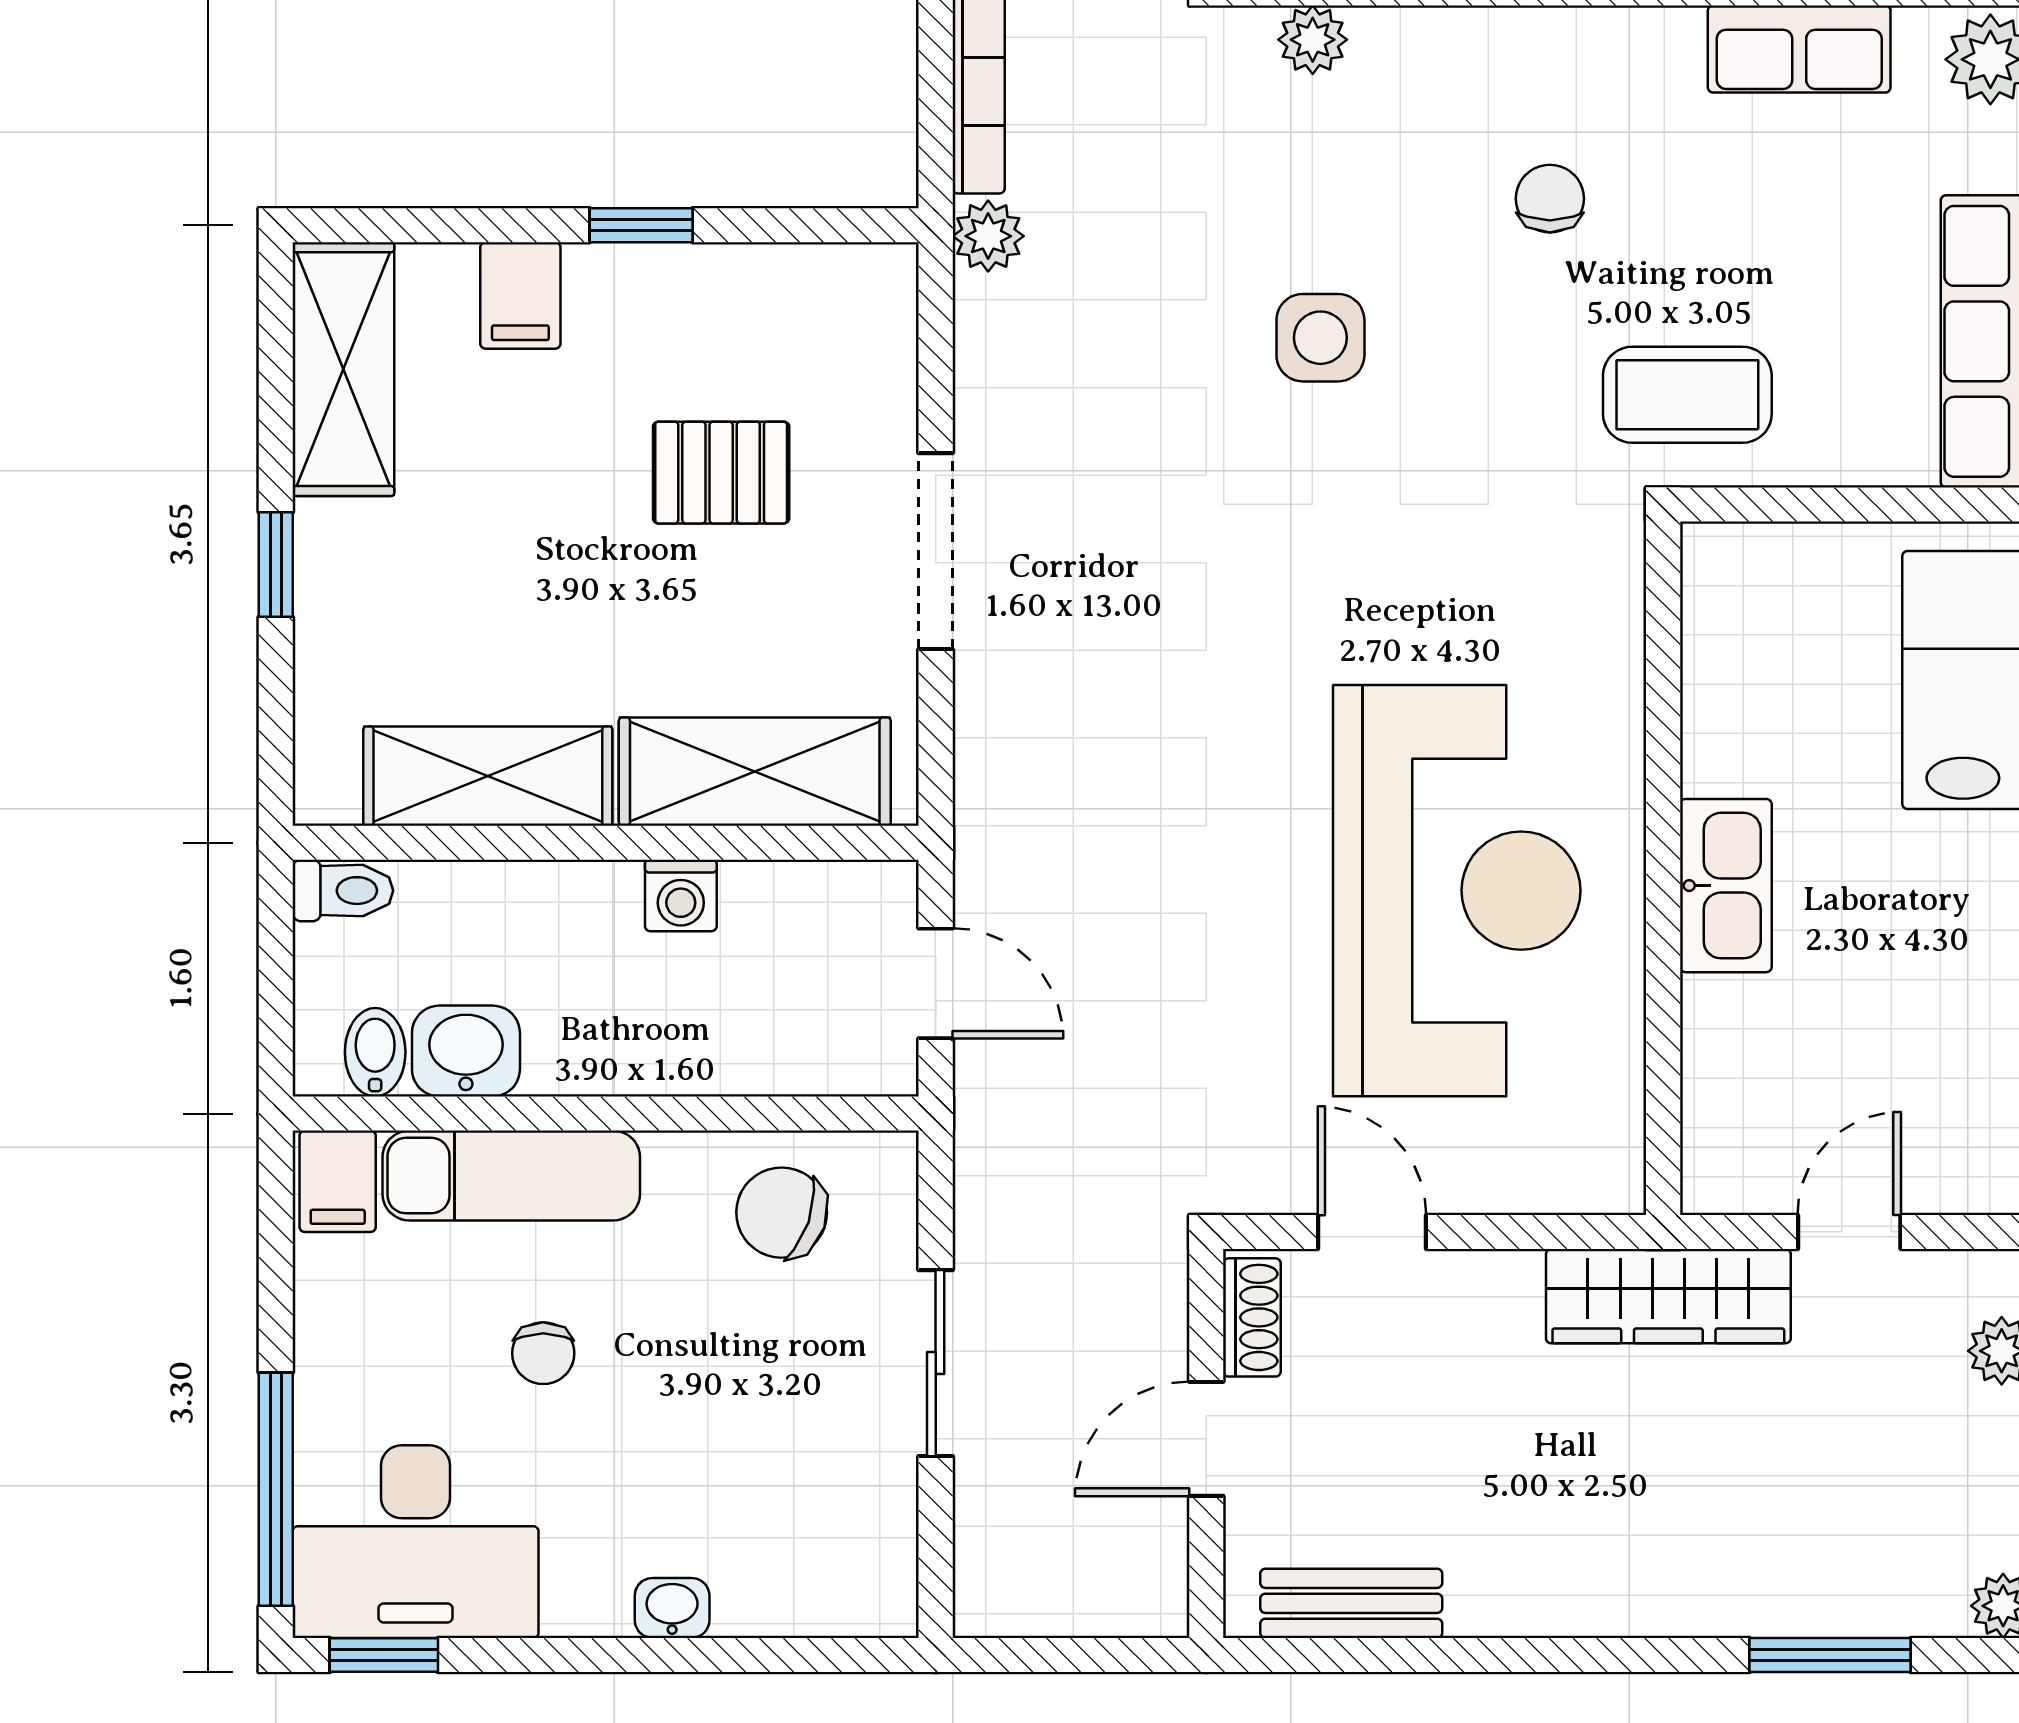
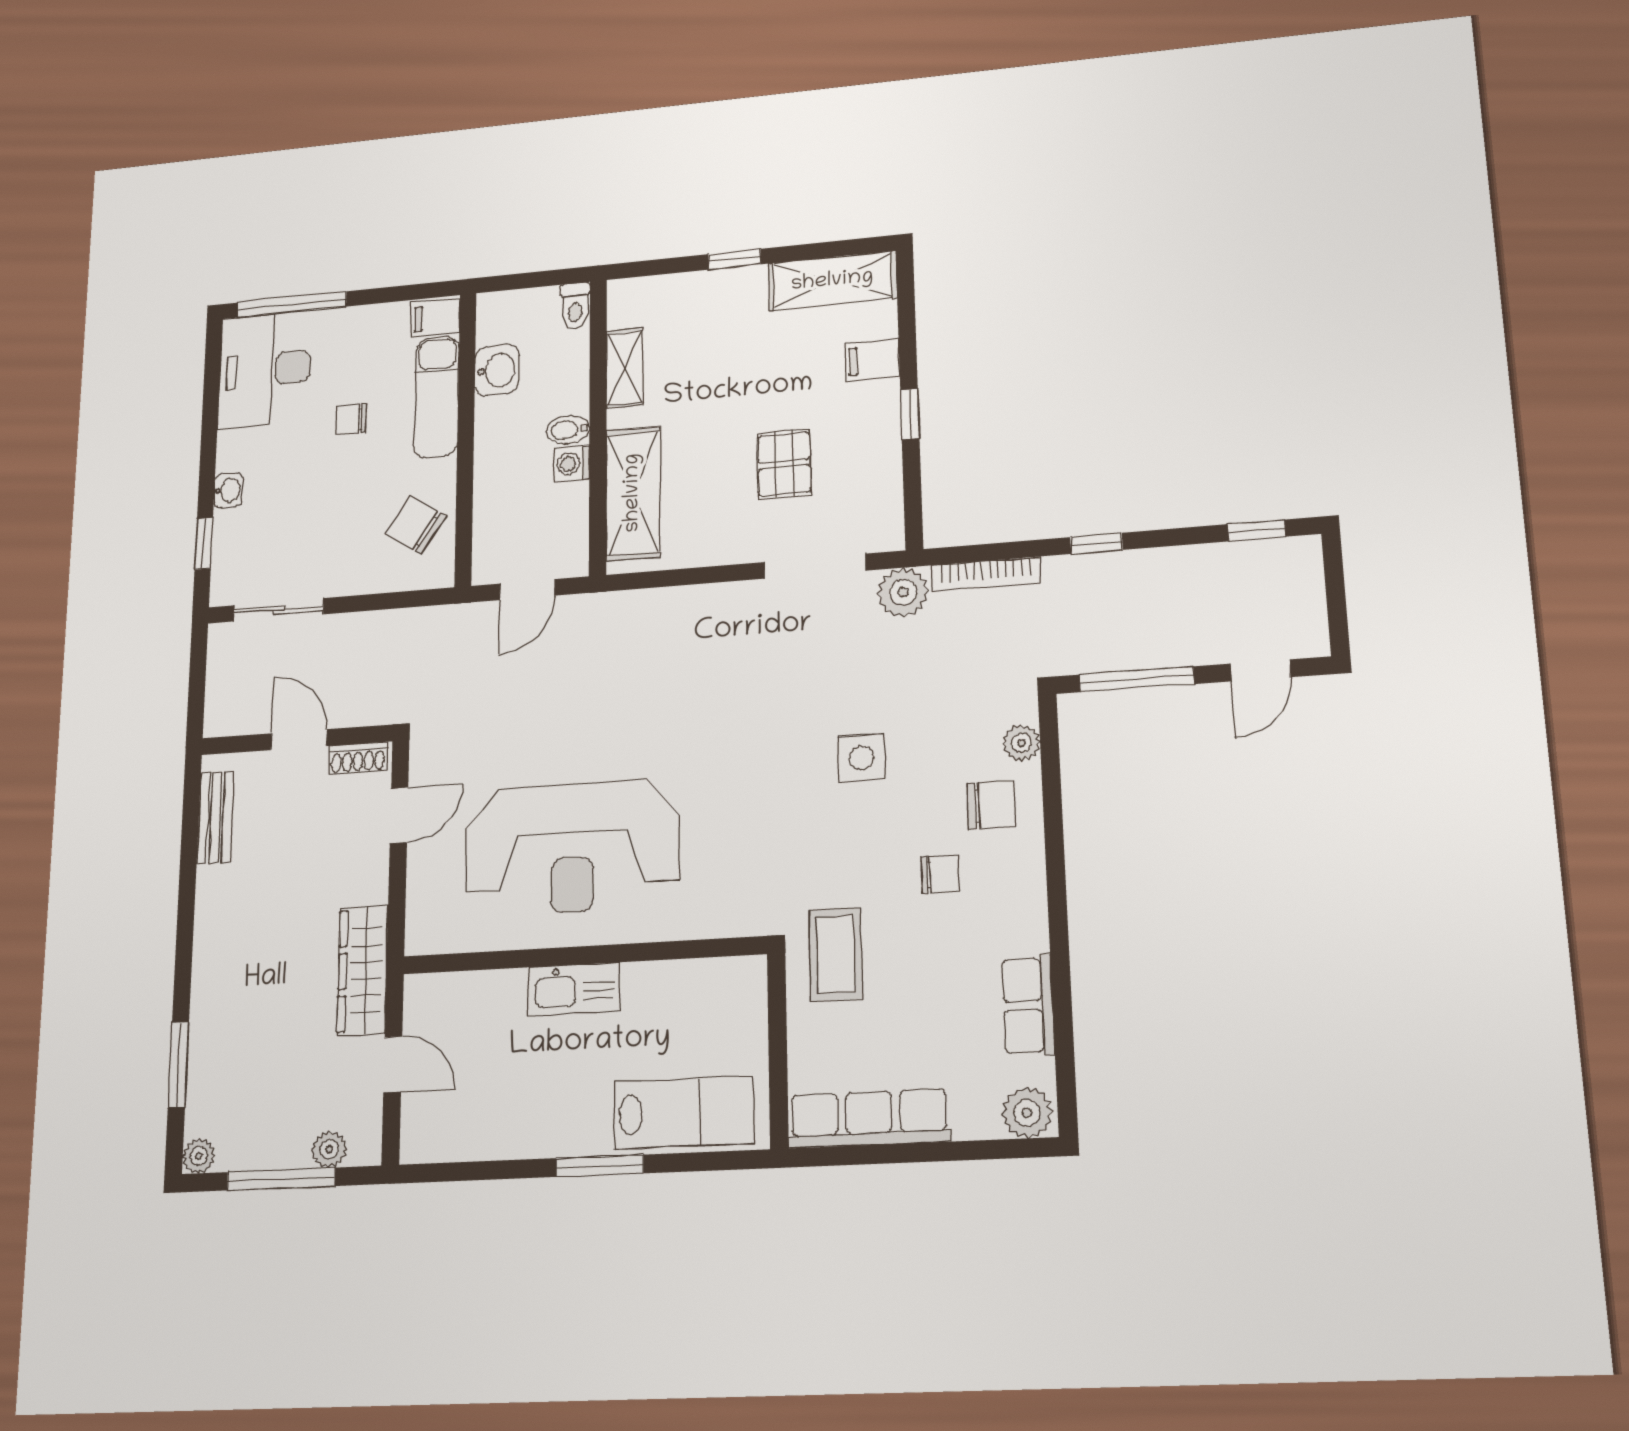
chair: (1426, 100) -> (991, 805), added
plant: (988, 236) -> (903, 592), width x1.38, depth x1.38
doorway: (936, 551) -> (815, 566), moved
shelving: (488, 776) -> (625, 368), width x0.67, depth x0.75
bidet: (375, 1052) -> (568, 430), moved, turned 180
chair: (782, 1213) -> (416, 525), turned -75
sliding door: (936, 1363) -> (279, 610), moved
window: (384, 1655) -> (204, 544), moved

